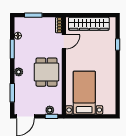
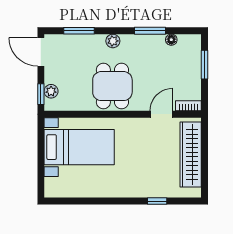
door: (64, 42) -> (161, 114), swing flipped
dining table: (47, 72) -> (112, 86), turned 90

